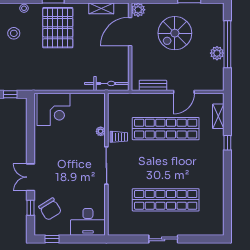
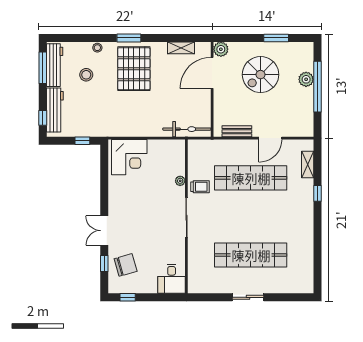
plant: (217, 53) -> (306, 79), moved
chair: (50, 209) -> (126, 265), turned -74
desk: (88, 222) -> (172, 279), width x0.73

